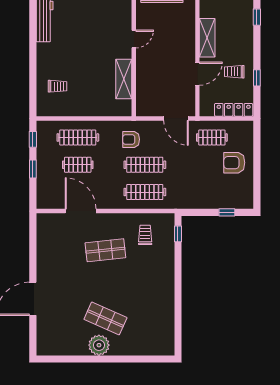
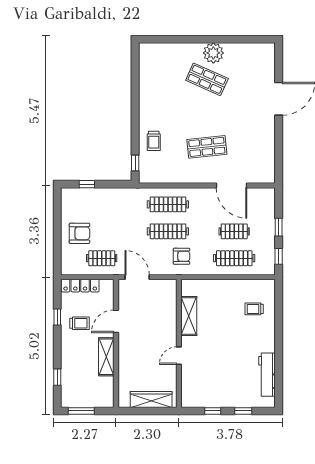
trolley: (145, 235) -> (154, 141), moved

